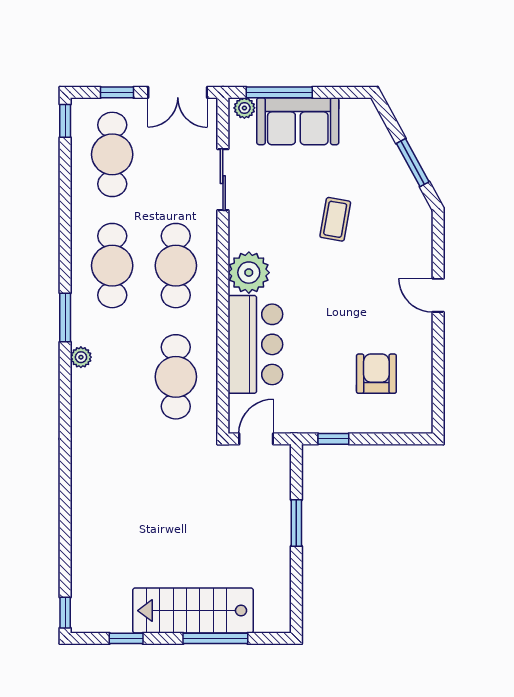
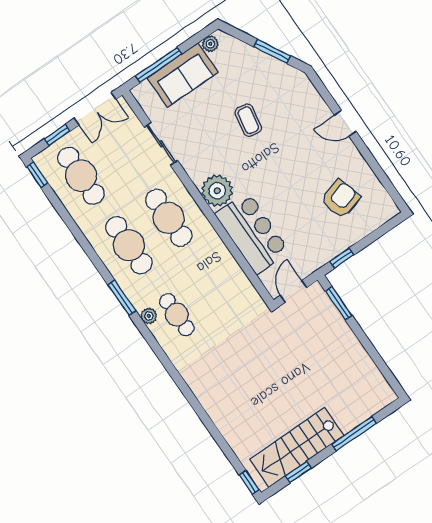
plant: (244, 108) -> (210, 44), moved
armchair: (376, 374) -> (340, 199), turned 73
cafe table: (176, 377) -> (177, 315), moved, width x0.73, depth x0.74
window: (296, 523) -> (339, 303), moved
stairs: (193, 611) -> (297, 447), moved

